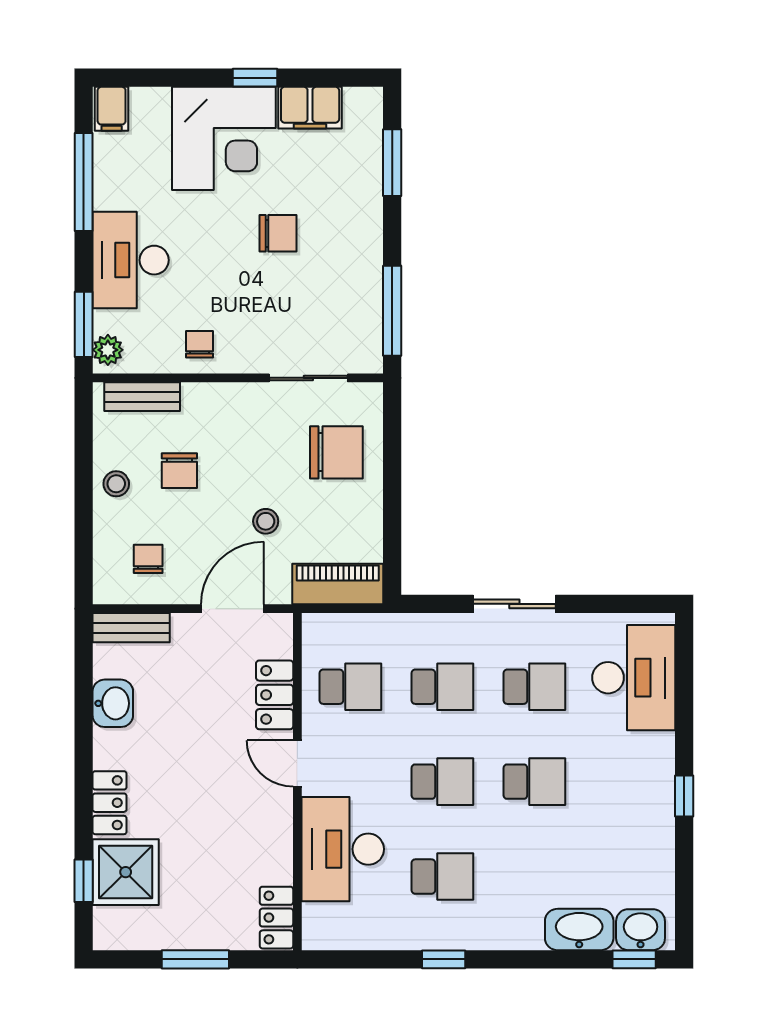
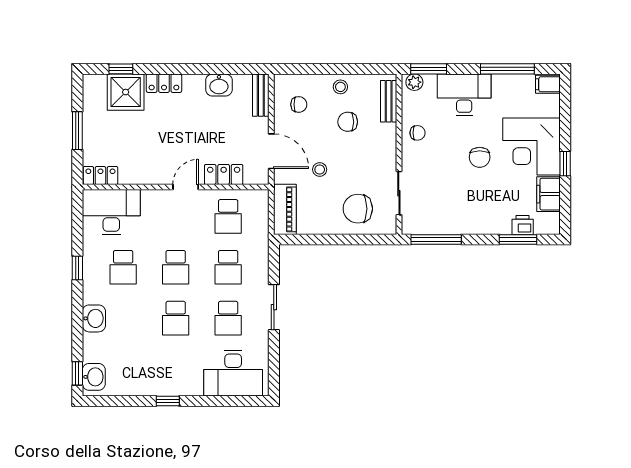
printer: (366, 154) -> (523, 225), added
chair: (278, 233) -> (480, 157), moved
chair: (336, 452) -> (358, 209), turned 90
desk: (343, 849) -> (111, 212), moved
washbasin: (579, 929) -> (94, 318), moved, width x0.72

